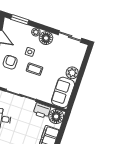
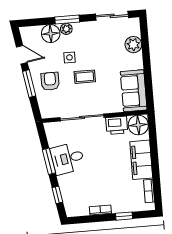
window: (20, 20) -> (67, 19), moved
floor lamp: (46, 38) -> (51, 34), moved
plant: (72, 73) -> (133, 45), moved

